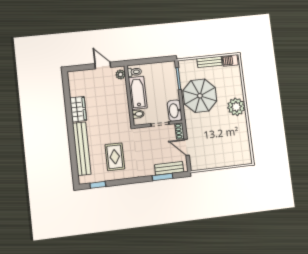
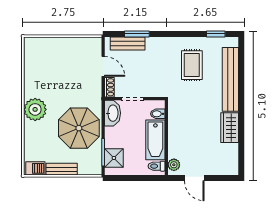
shower: (169, 75) -> (114, 158), added

